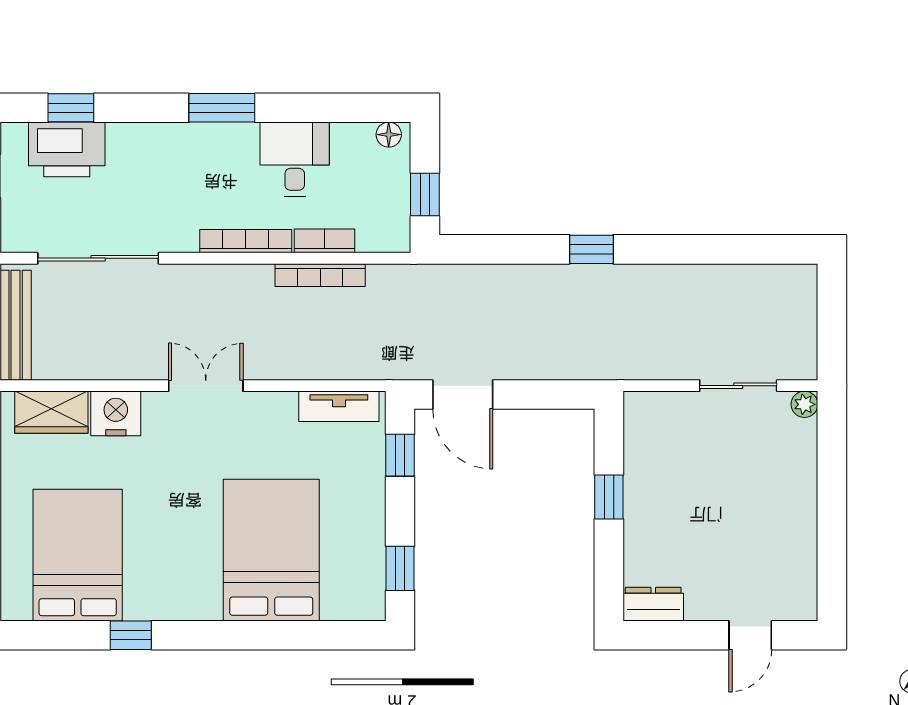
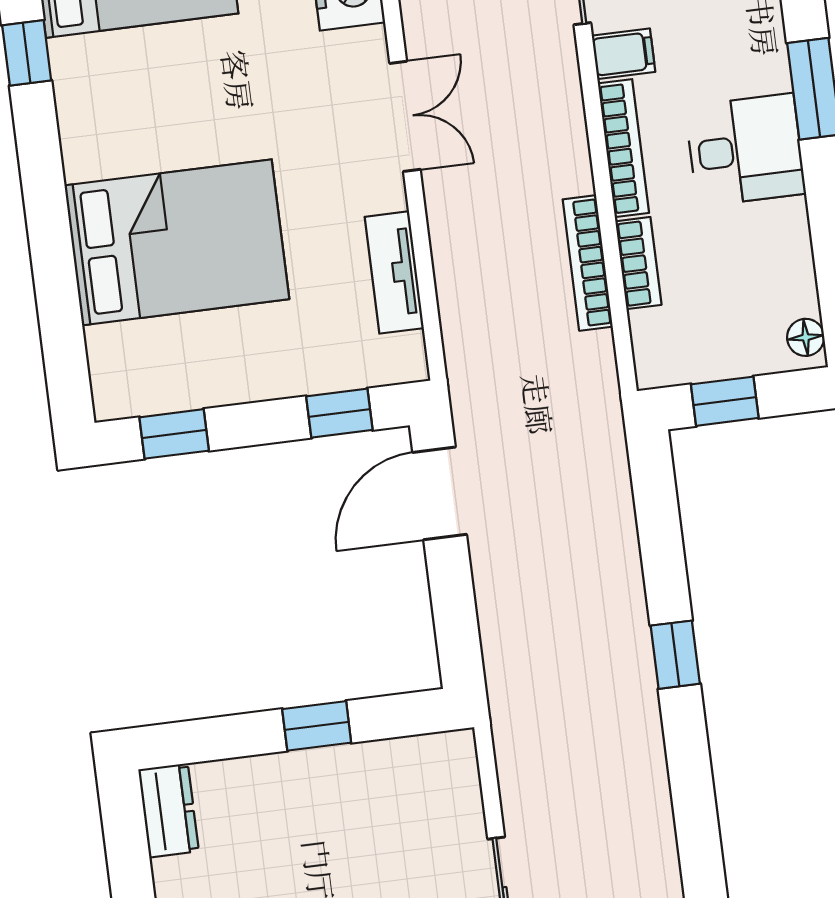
desk: (295, 159) -> (745, 150), moved
filing cabinet: (182, 233) -> (624, 54), added
tv unit: (339, 406) -> (394, 272), moved

